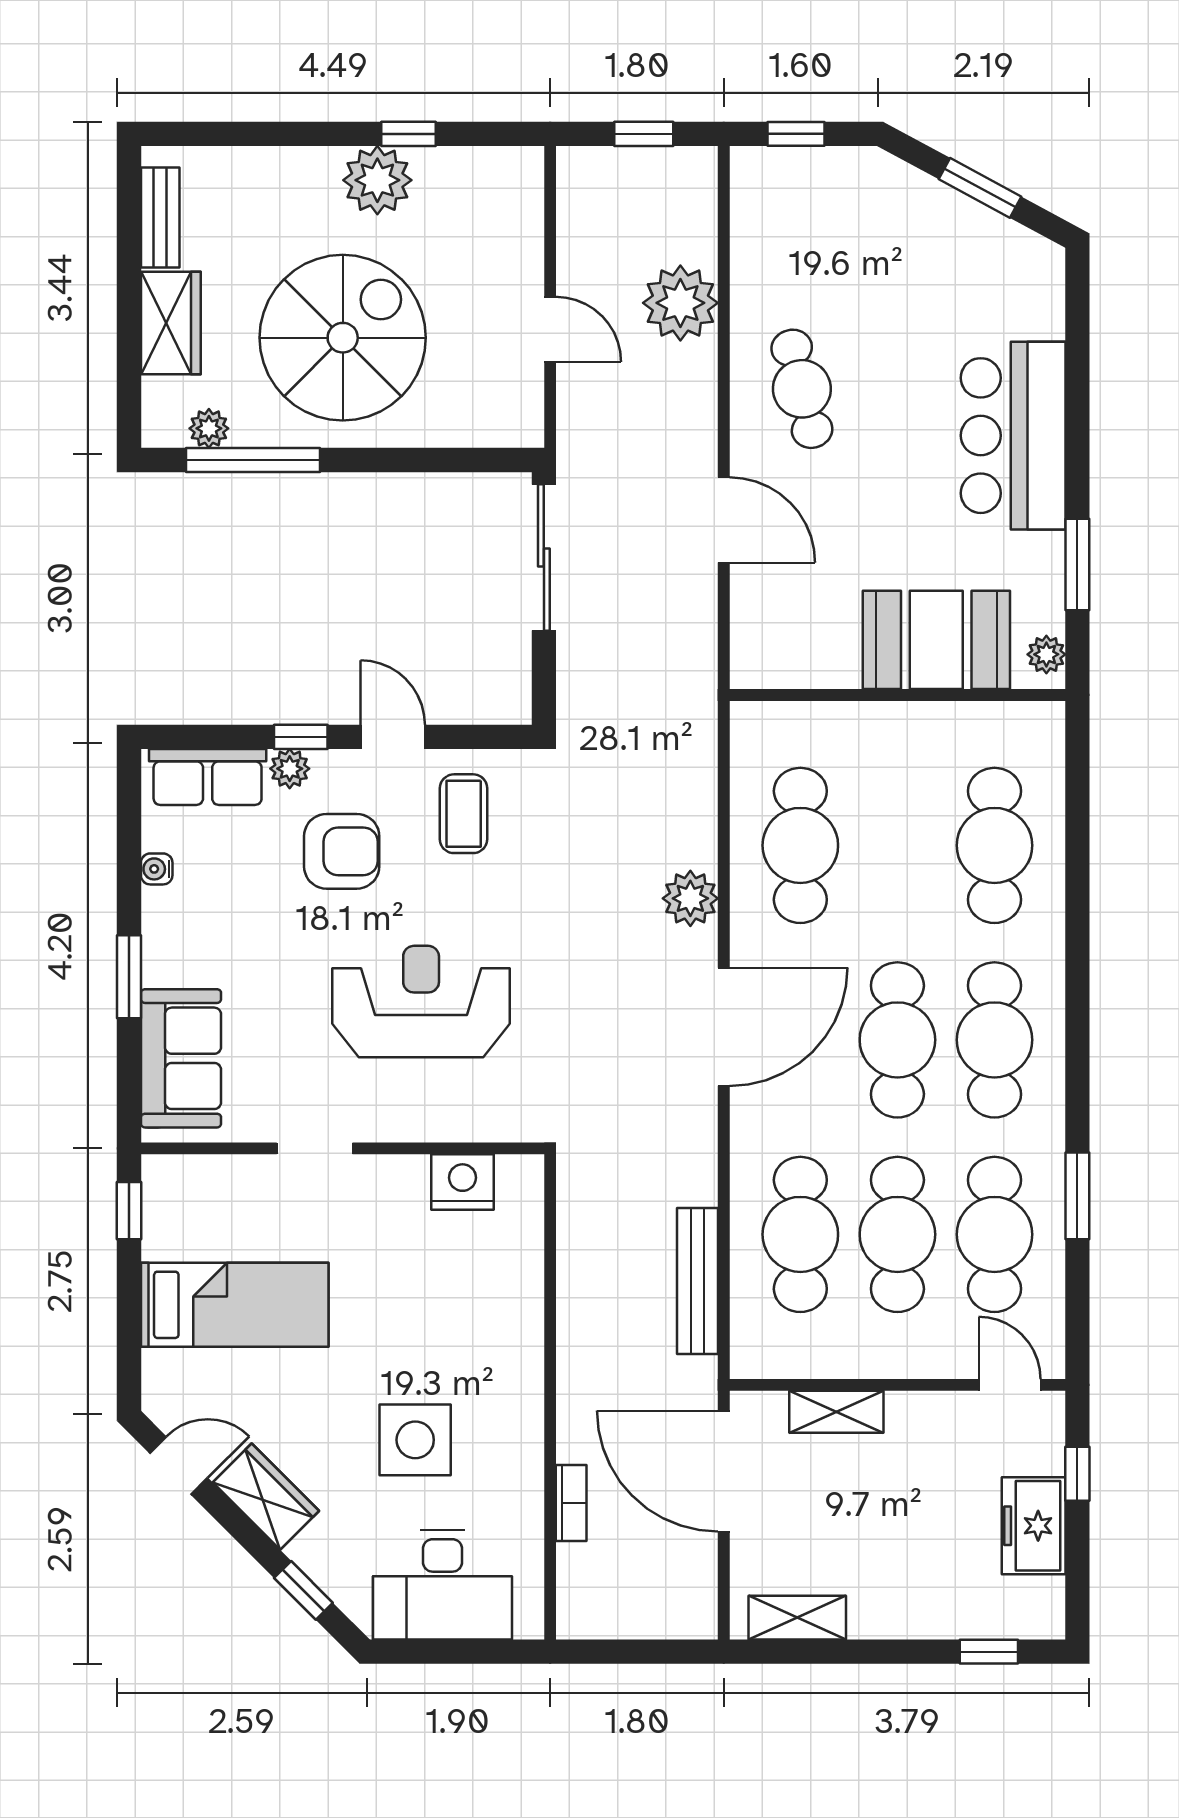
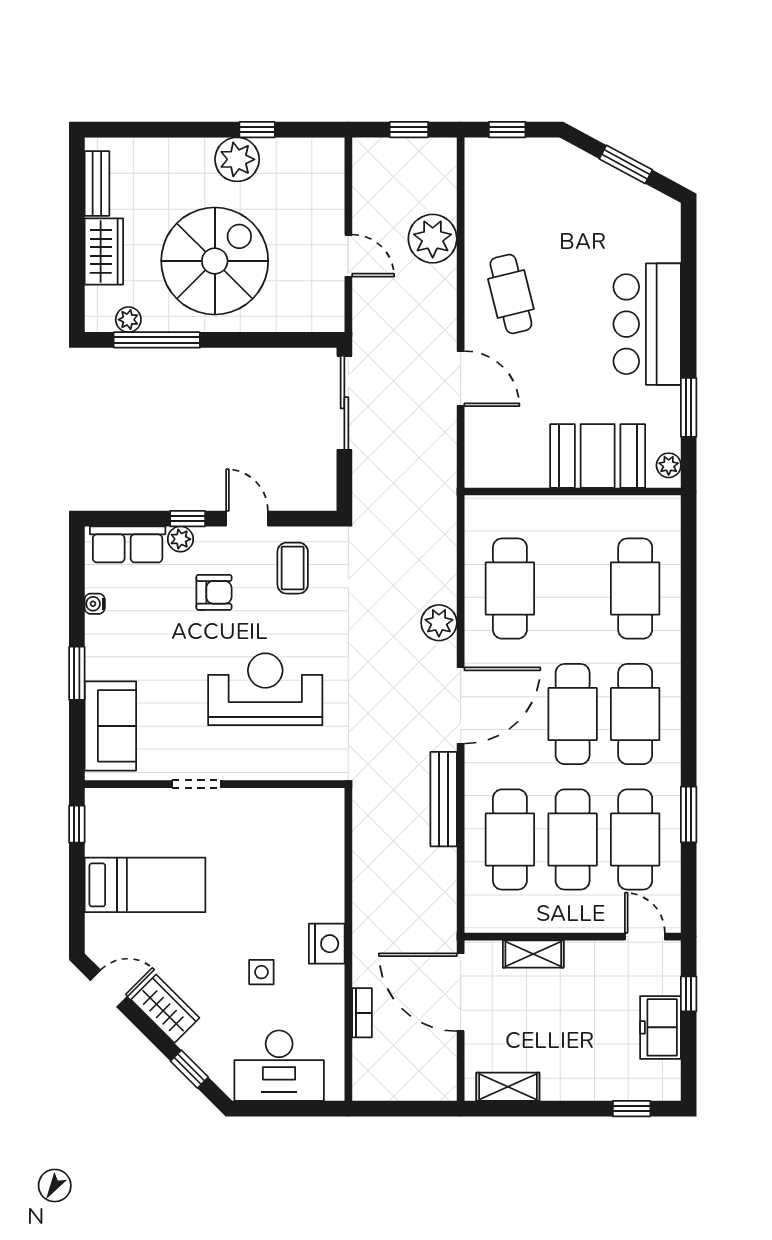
armchair: (342, 851) -> (214, 592), width x0.72, depth x0.72
nightstand: (463, 1182) -> (327, 944), moved, turned 90
bench: (697, 1281) -> (444, 799), moved
side table: (415, 1440) -> (261, 972), width x0.54, depth x0.54

